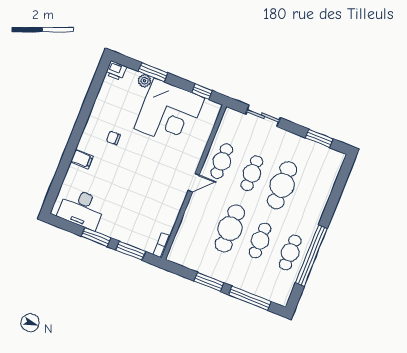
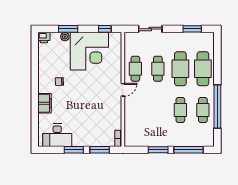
filing cabinet: (82, 159) -> (45, 103), width x2.00
cafe table: (230, 228) -> (203, 69), moved

